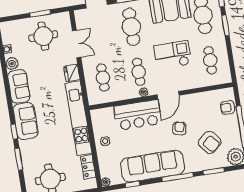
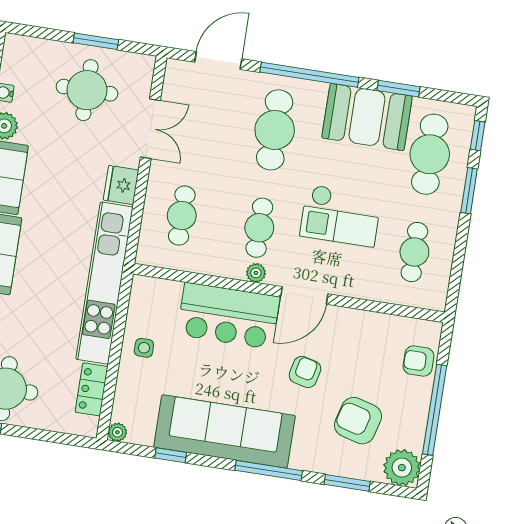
checkout: (173, 55) -> (341, 216), turned 180
armchair: (210, 142) -> (358, 421), turned 145

